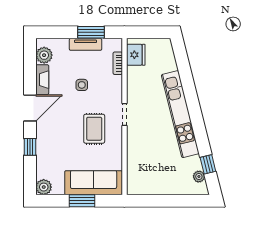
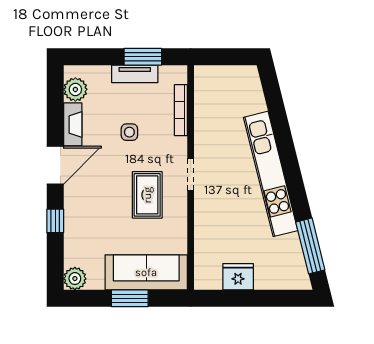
fridge: (136, 55) -> (238, 277), moved, turned -90
bookcase: (118, 63) -> (181, 110), width x1.56
window: (208, 164) -> (310, 246), width x2.17
plant: (199, 177) -> (297, 263), removed

